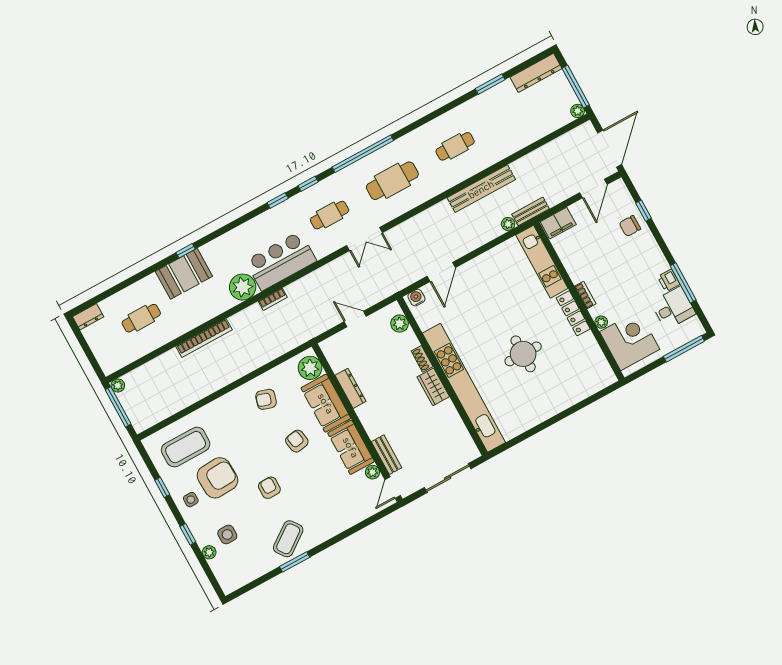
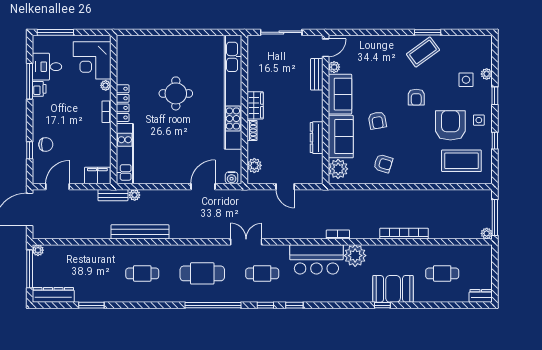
armchair: (217, 478) -> (450, 125), turned 93

